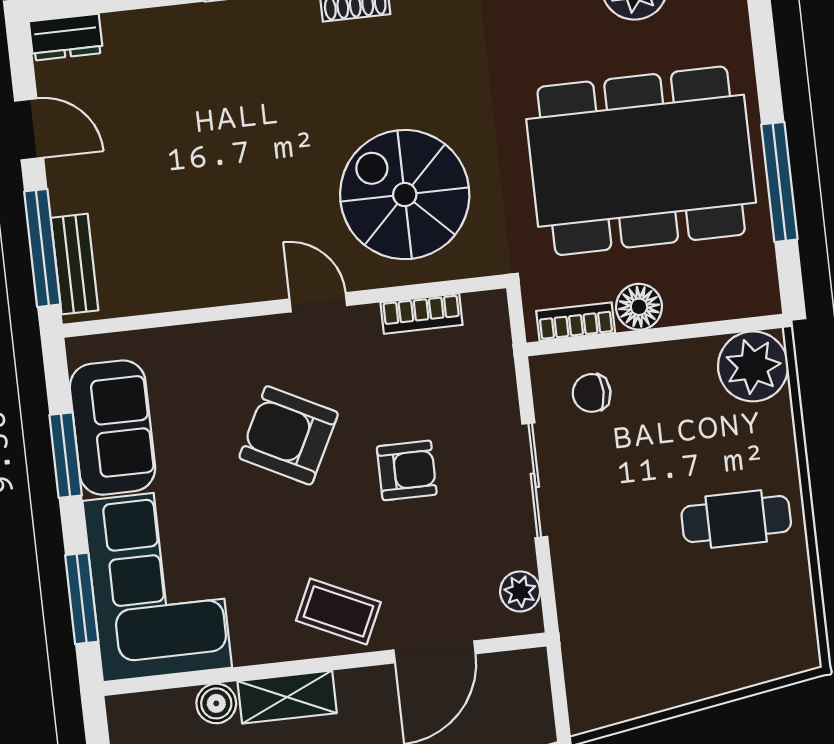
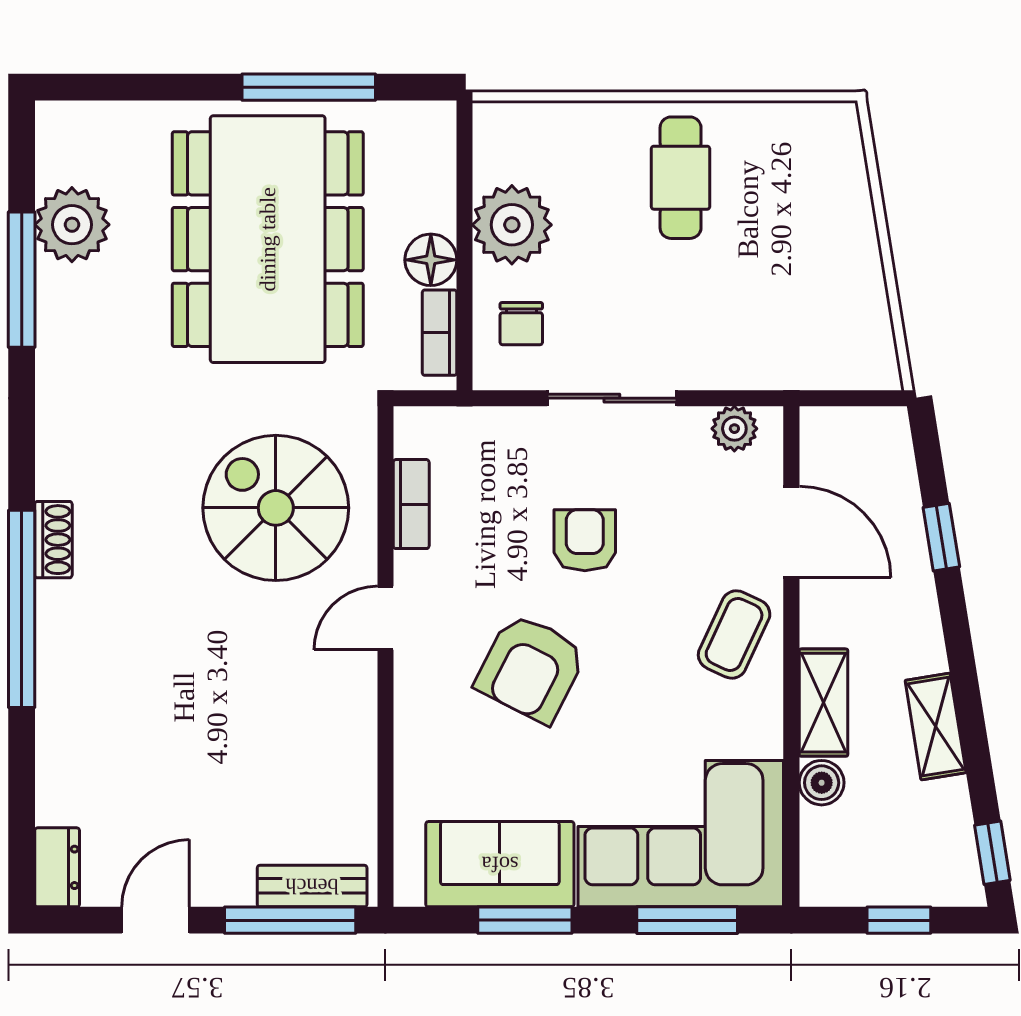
spiral stairs: (405, 195) -> (276, 508), turned 90
plant: (753, 366) -> (512, 225), moved

